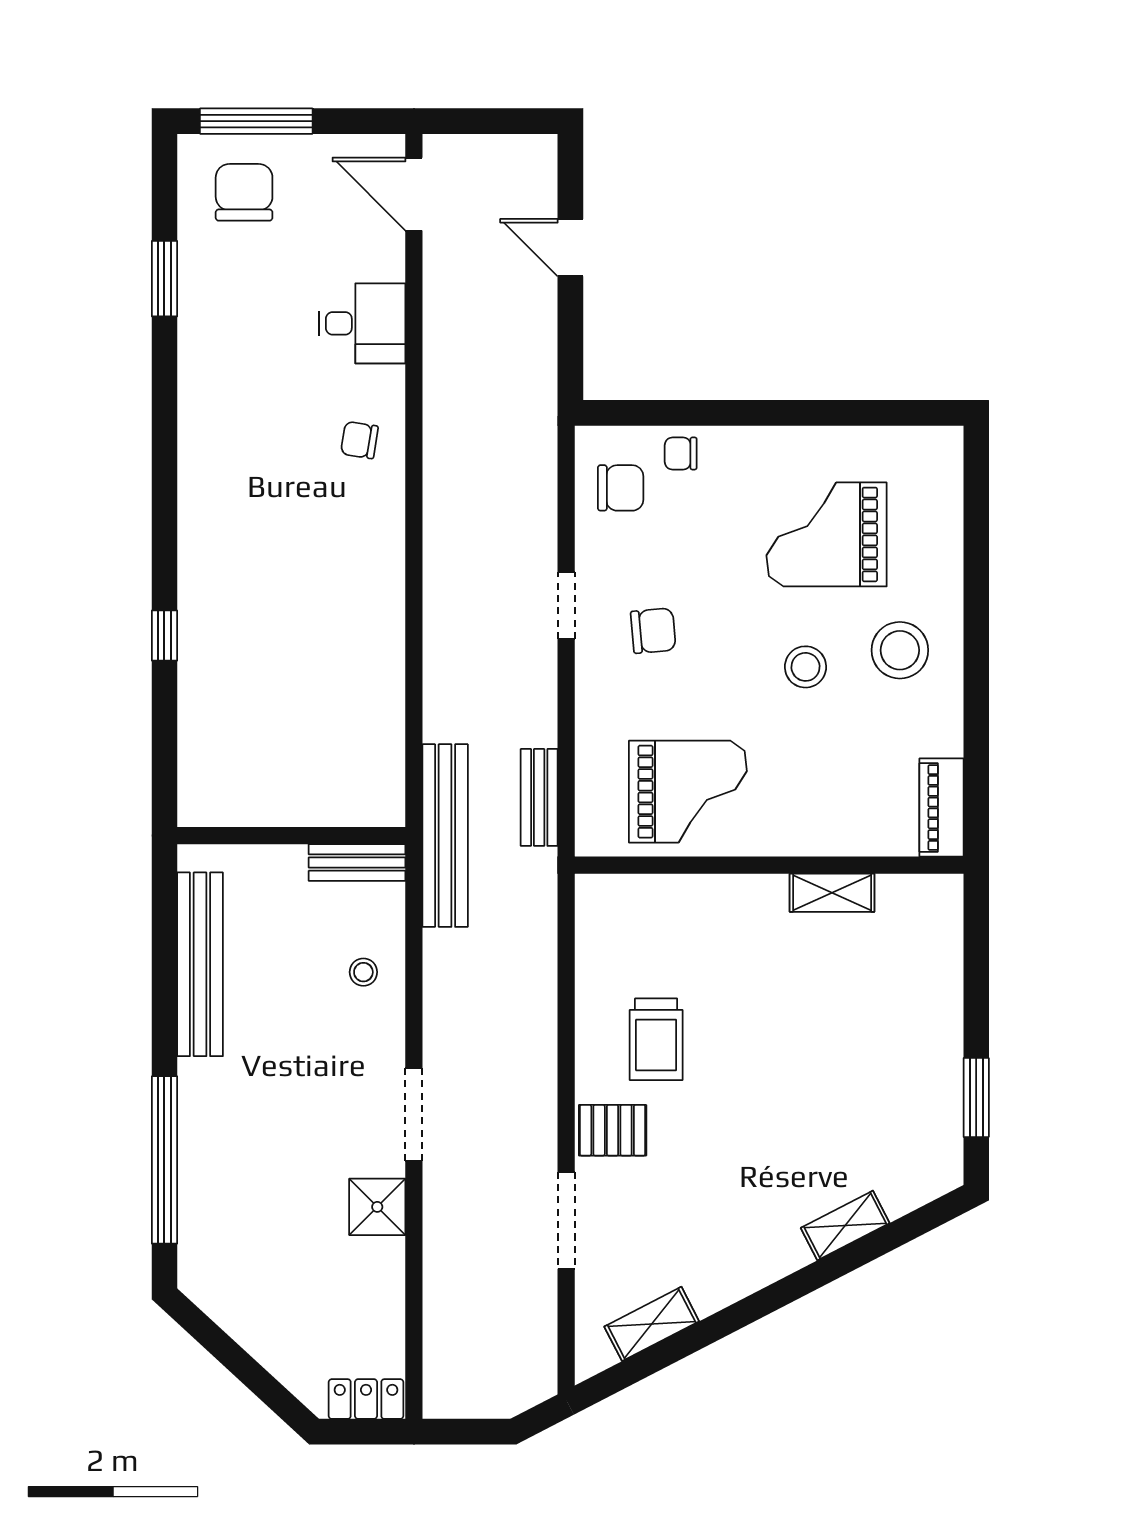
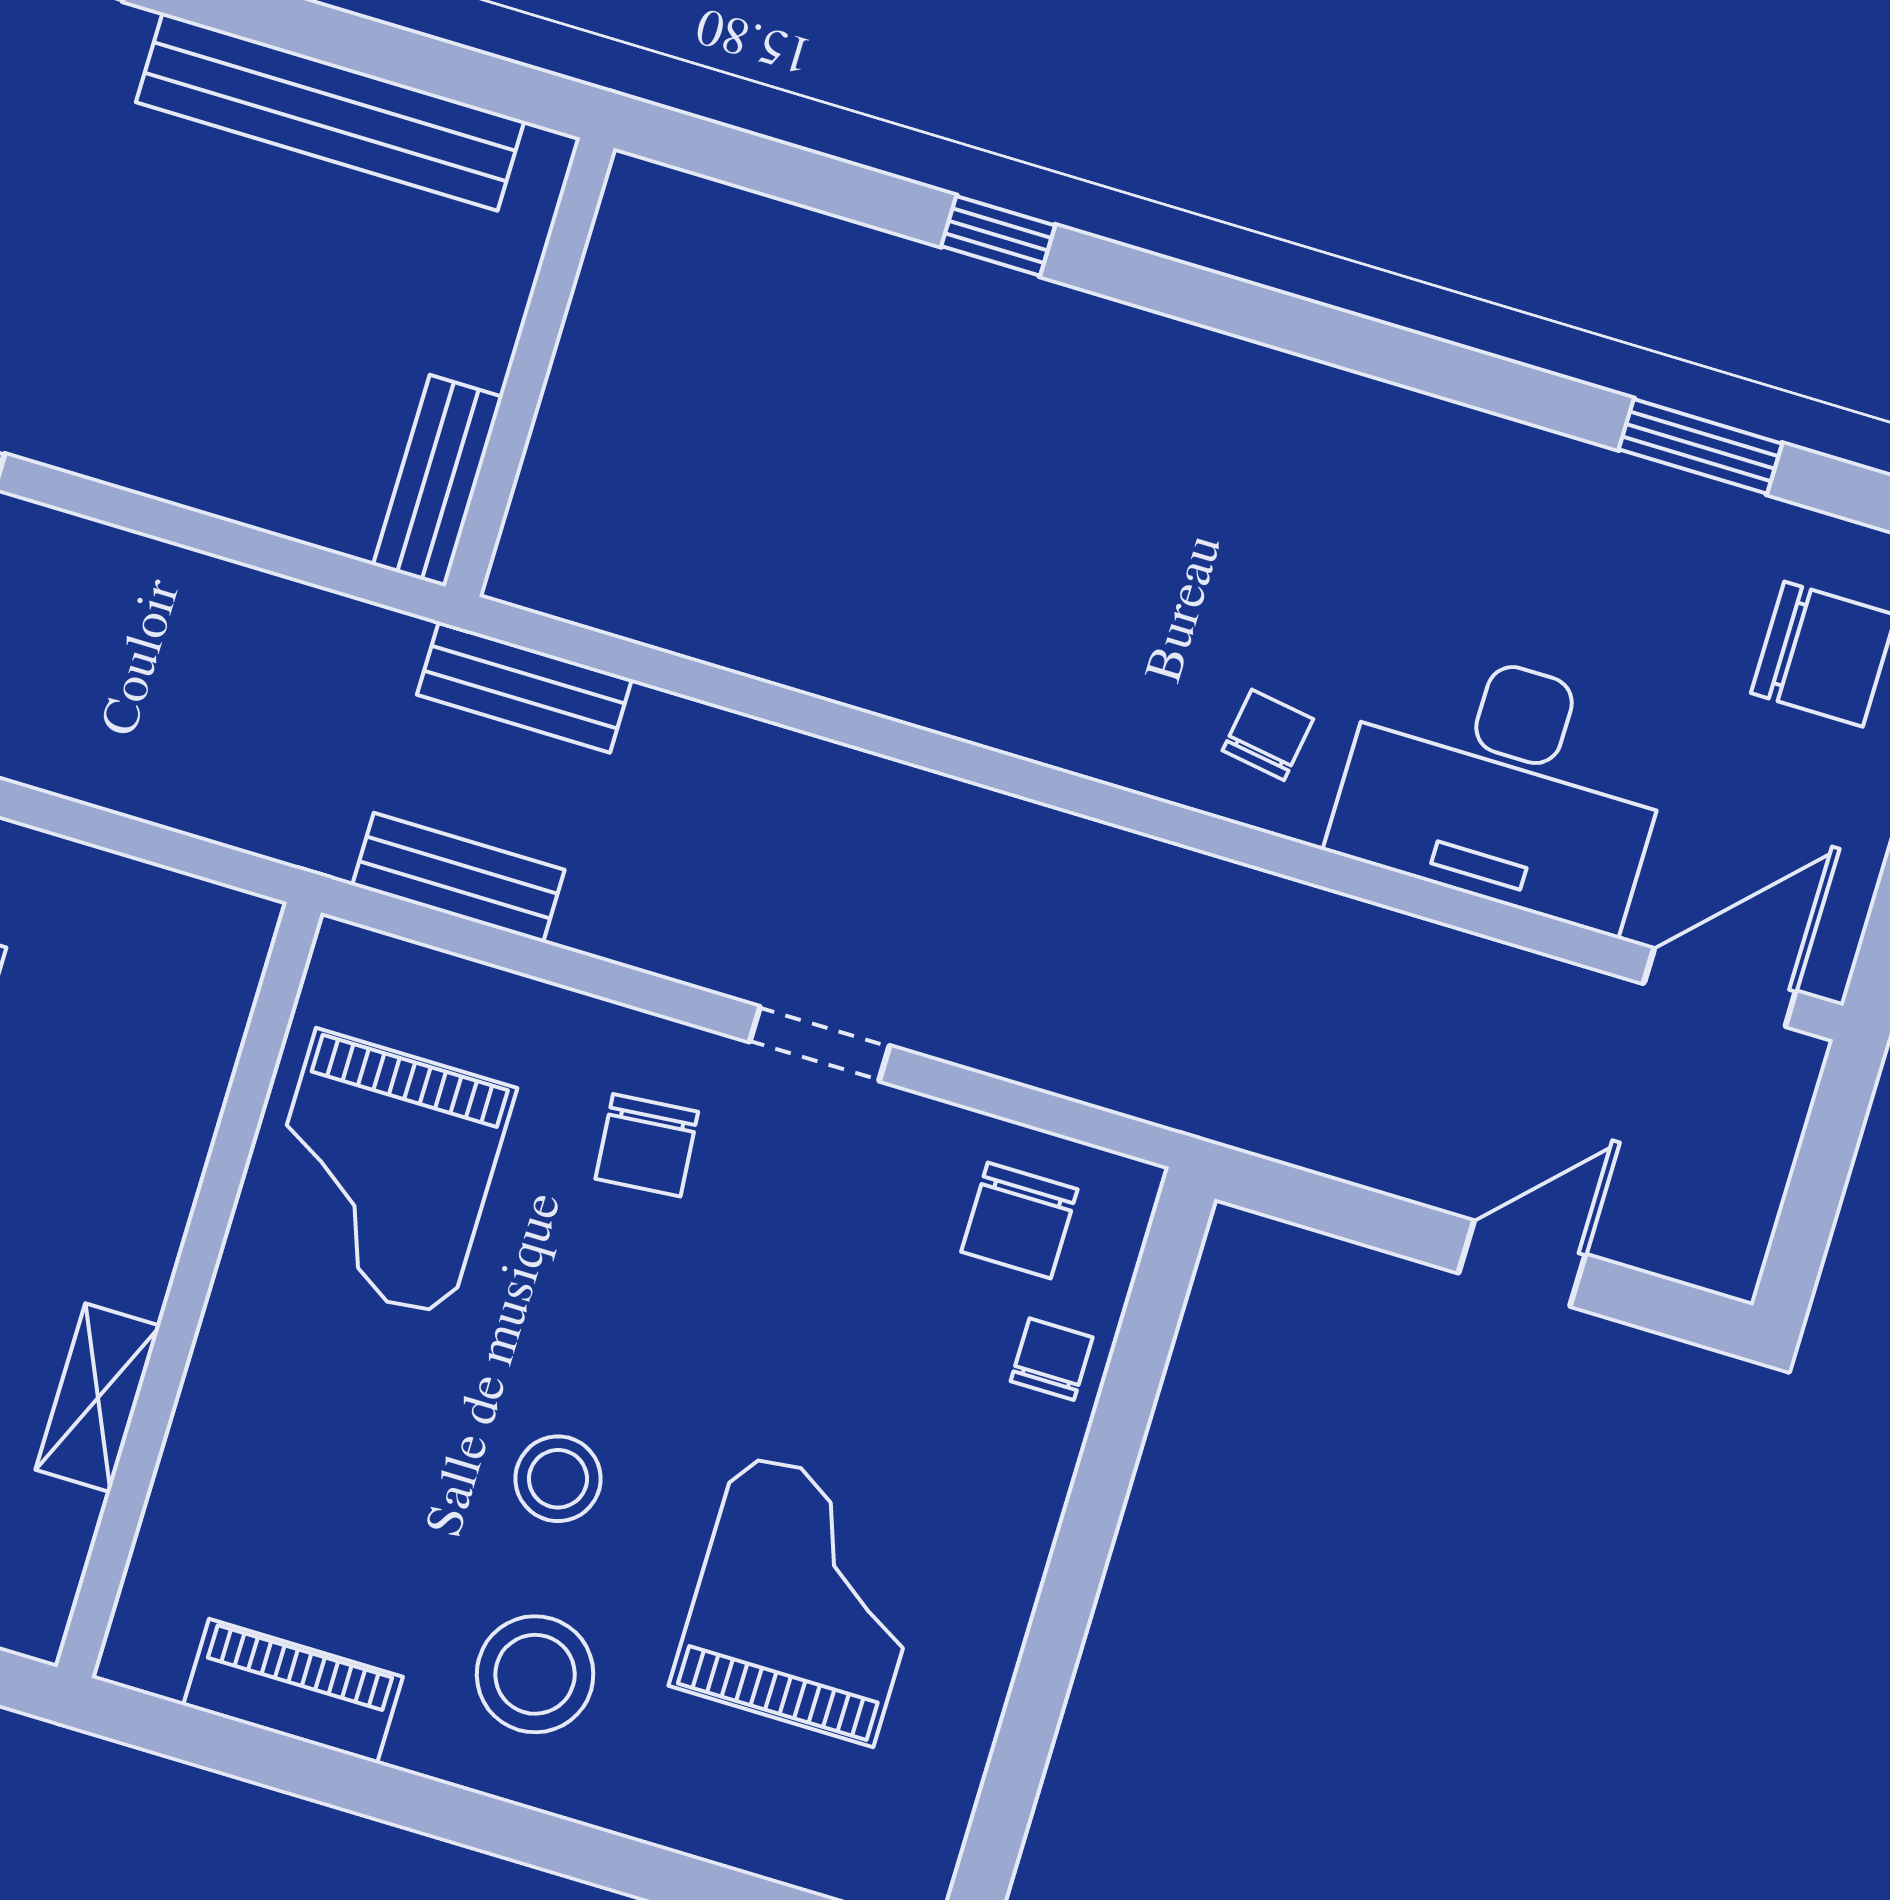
desk: (362, 323) -> (1503, 784), width x1.87, depth x1.30
chair: (653, 631) -> (647, 1145), moved
piano: (942, 808) -> (293, 1691), moved
bench: (445, 836) -> (524, 687), width x0.54, depth x0.82
stool: (363, 972) -> (218, 428), removed

